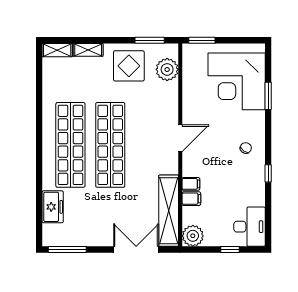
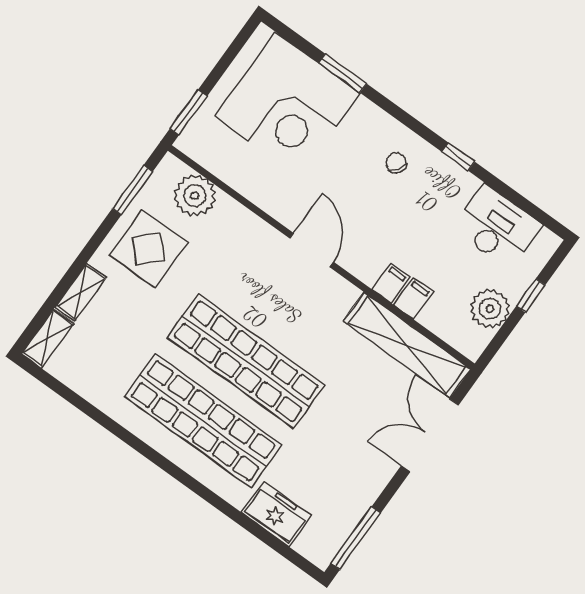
desk: (250, 227) -> (497, 227), moved
plant: (193, 236) -> (490, 309), moved

